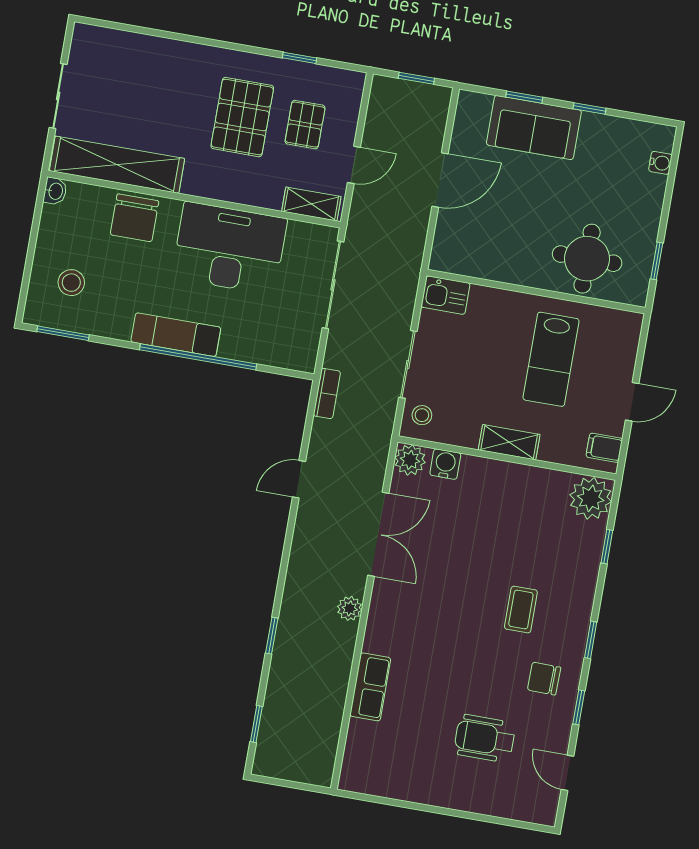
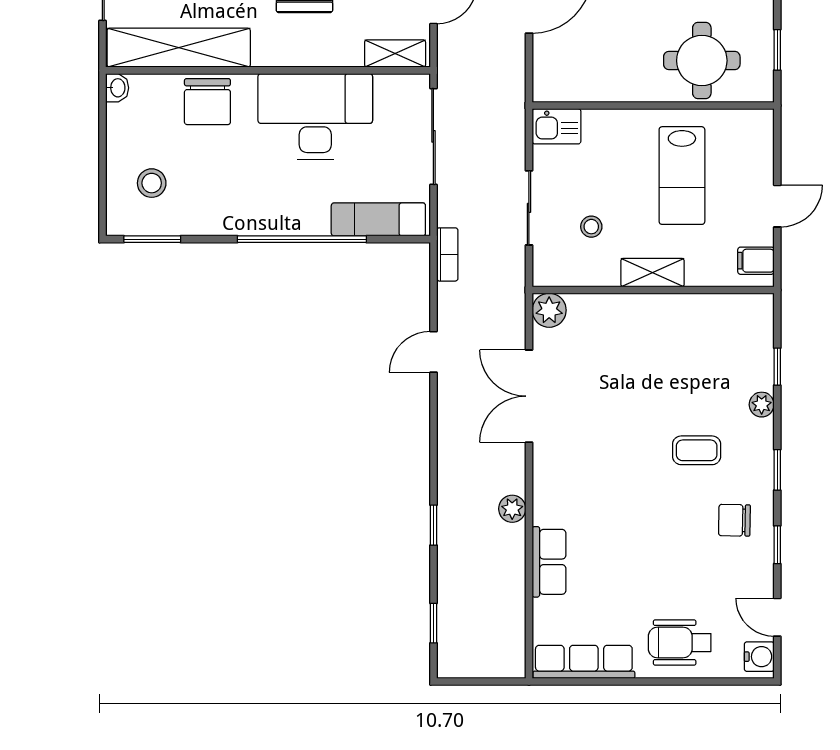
exam couch: (176, 335) -> (378, 219), moved
stool: (422, 415) -> (591, 227), moved
water cooler: (445, 464) -> (759, 657), moved, turned 90
plant: (591, 498) -> (762, 405), moved, width x0.53, depth x0.53
double door: (378, 534) -> (529, 396), swing flipped
plant: (350, 608) -> (512, 509), moved
coffee table: (521, 610) -> (697, 450), turned 90
wheelchair: (485, 738) -> (680, 643), moved
row of seats: (386, 783) -> (584, 662), added

